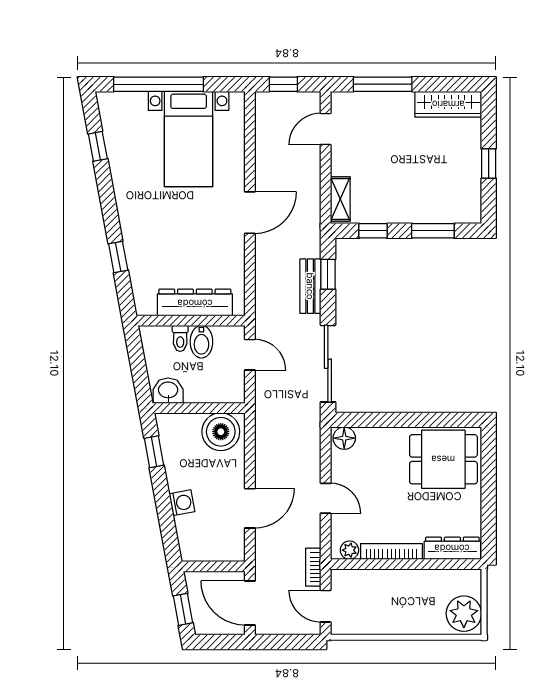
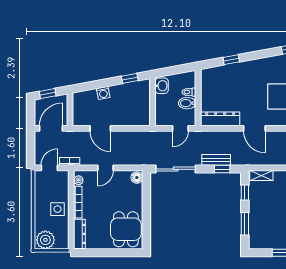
dresser: (195, 303) -> (220, 119), moved, turned -90
boiler: (221, 432) -> (140, 113), removed
side table: (405, 590) -> (57, 209), added

